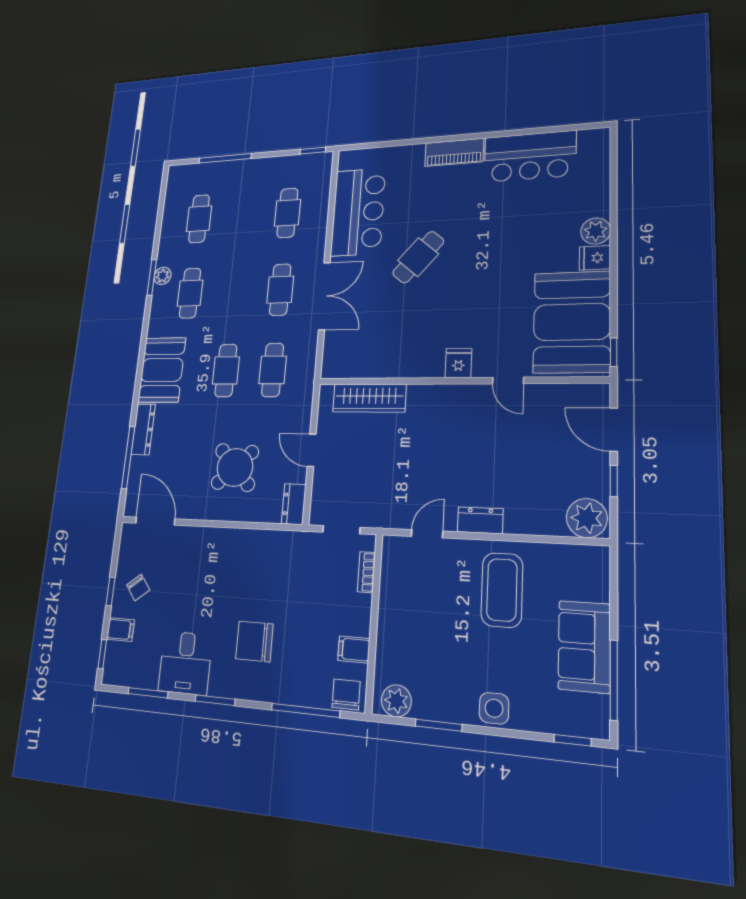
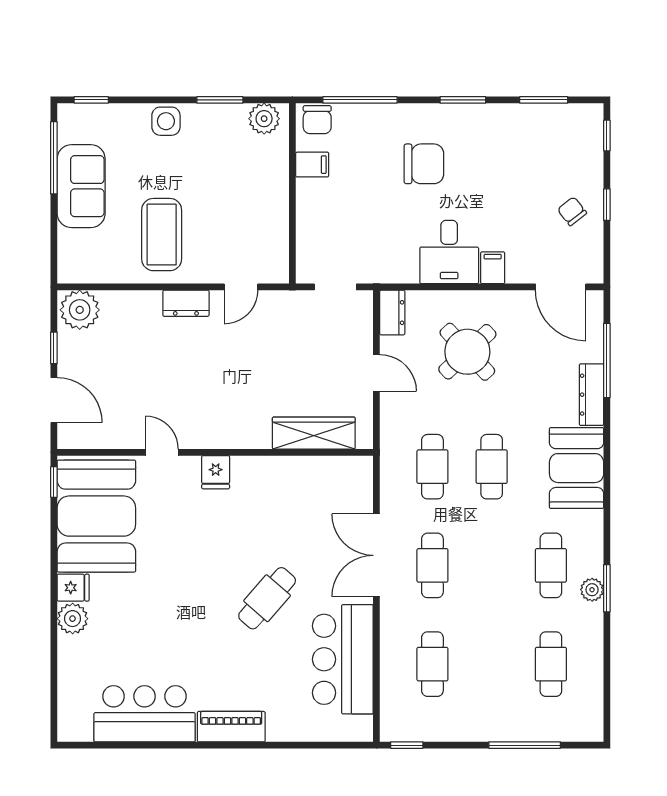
bookcase: (366, 572) -> (304, 244), removed
filing cabinet: (121, 630) -> (493, 268), moved, turned 90
desk: (185, 663) -> (449, 252), moved, turned 180

